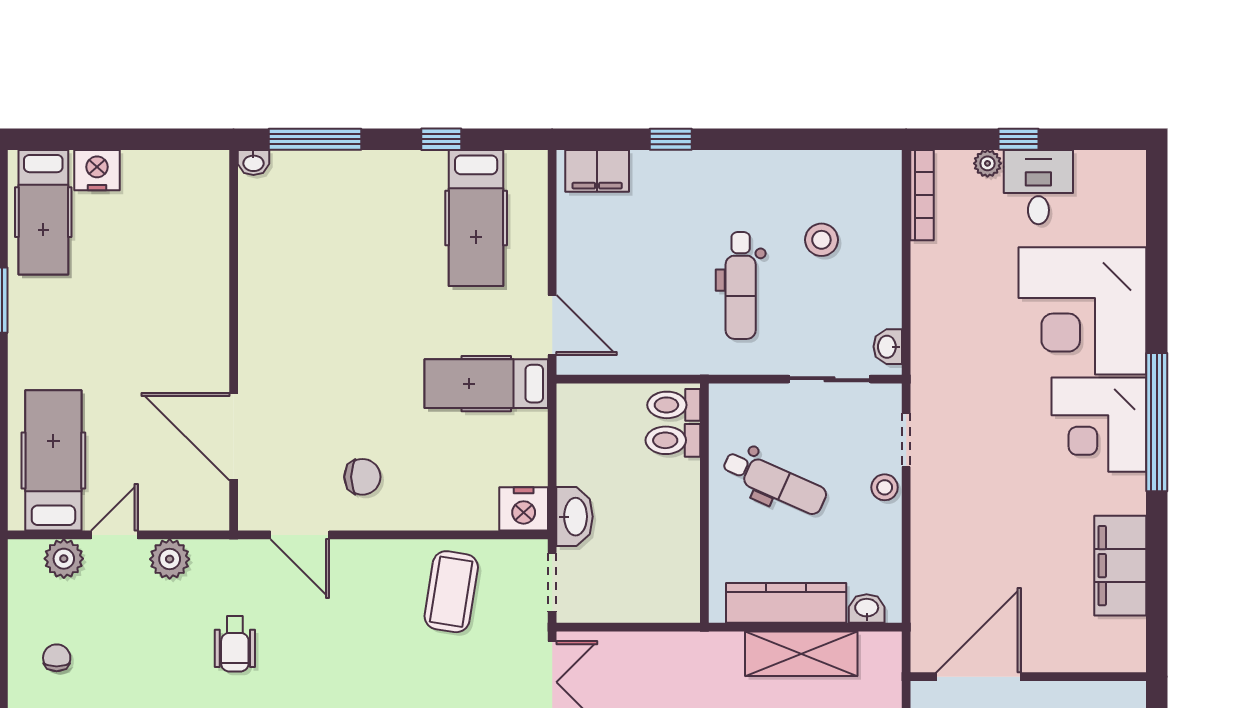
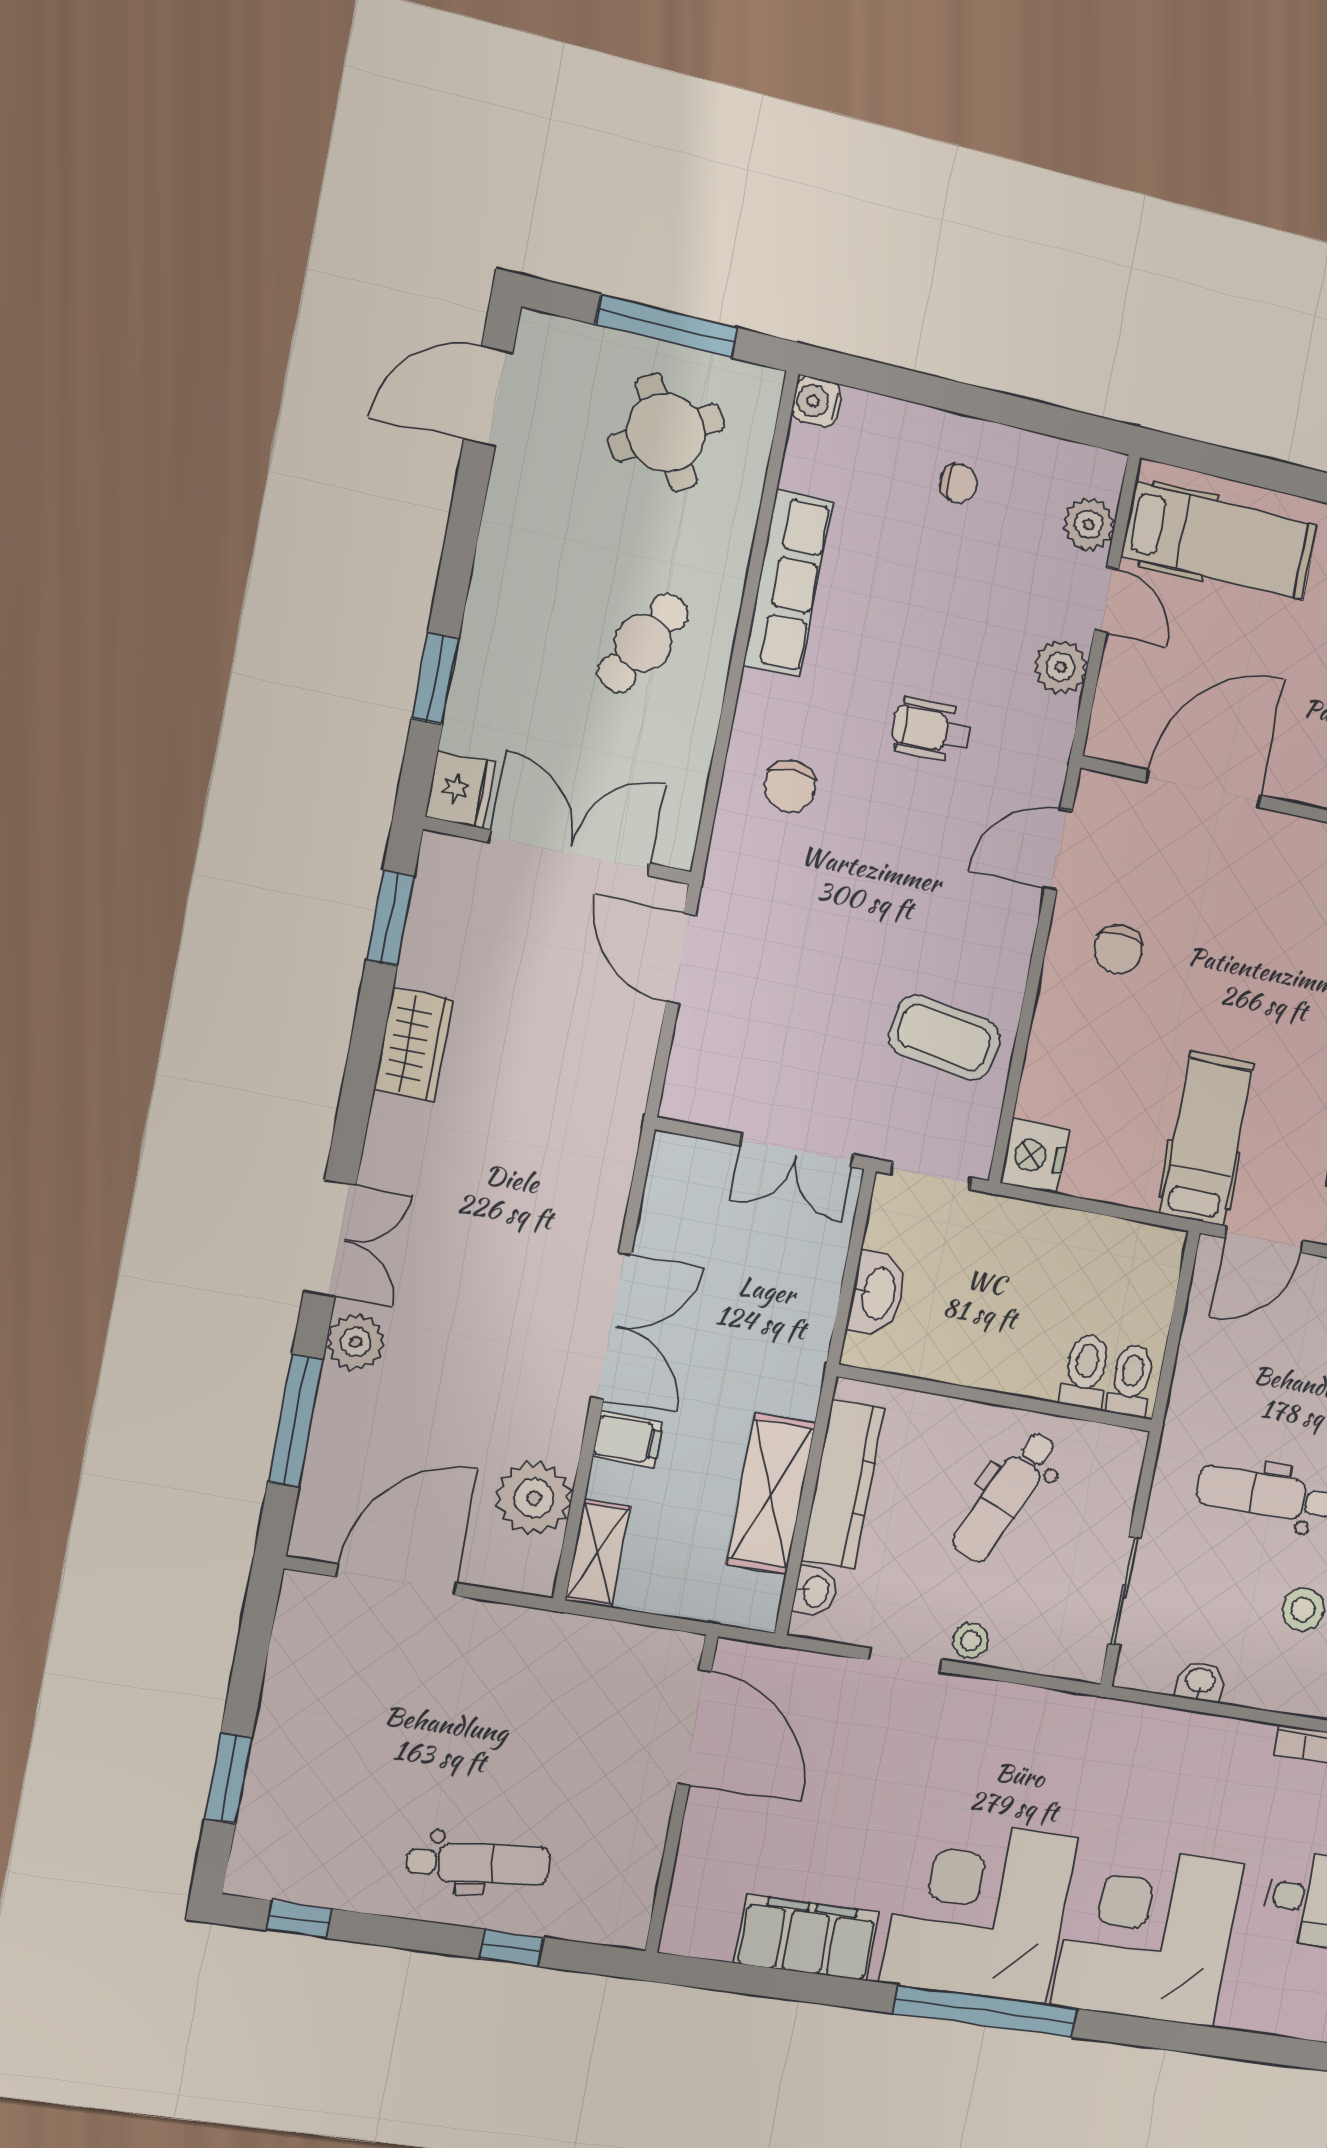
washbasin: (888, 347) -> (1200, 1681), moved
corner desk: (1099, 425) -> (980, 1910), width x1.36, depth x1.36
doorway: (906, 440) -> (905, 1660), moved
washbasin: (574, 517) -> (877, 1293), moved, turned -90

